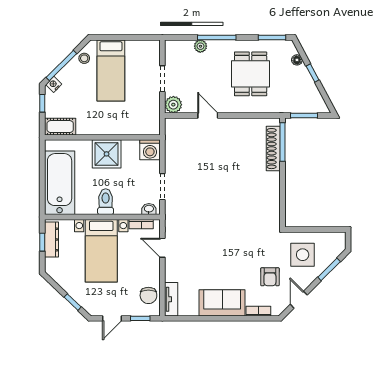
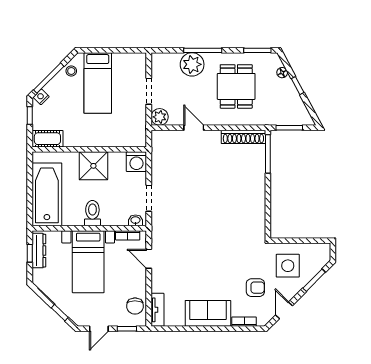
plant: (200, 46) -> (192, 64), width x1.88, depth x1.88
shoe rack: (273, 149) -> (243, 137), moved, turned -90
armchair: (270, 277) -> (255, 288), turned -90

